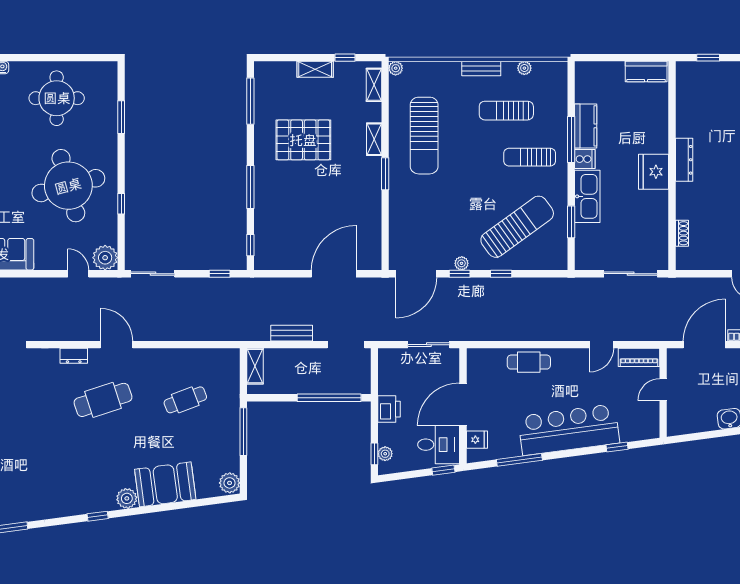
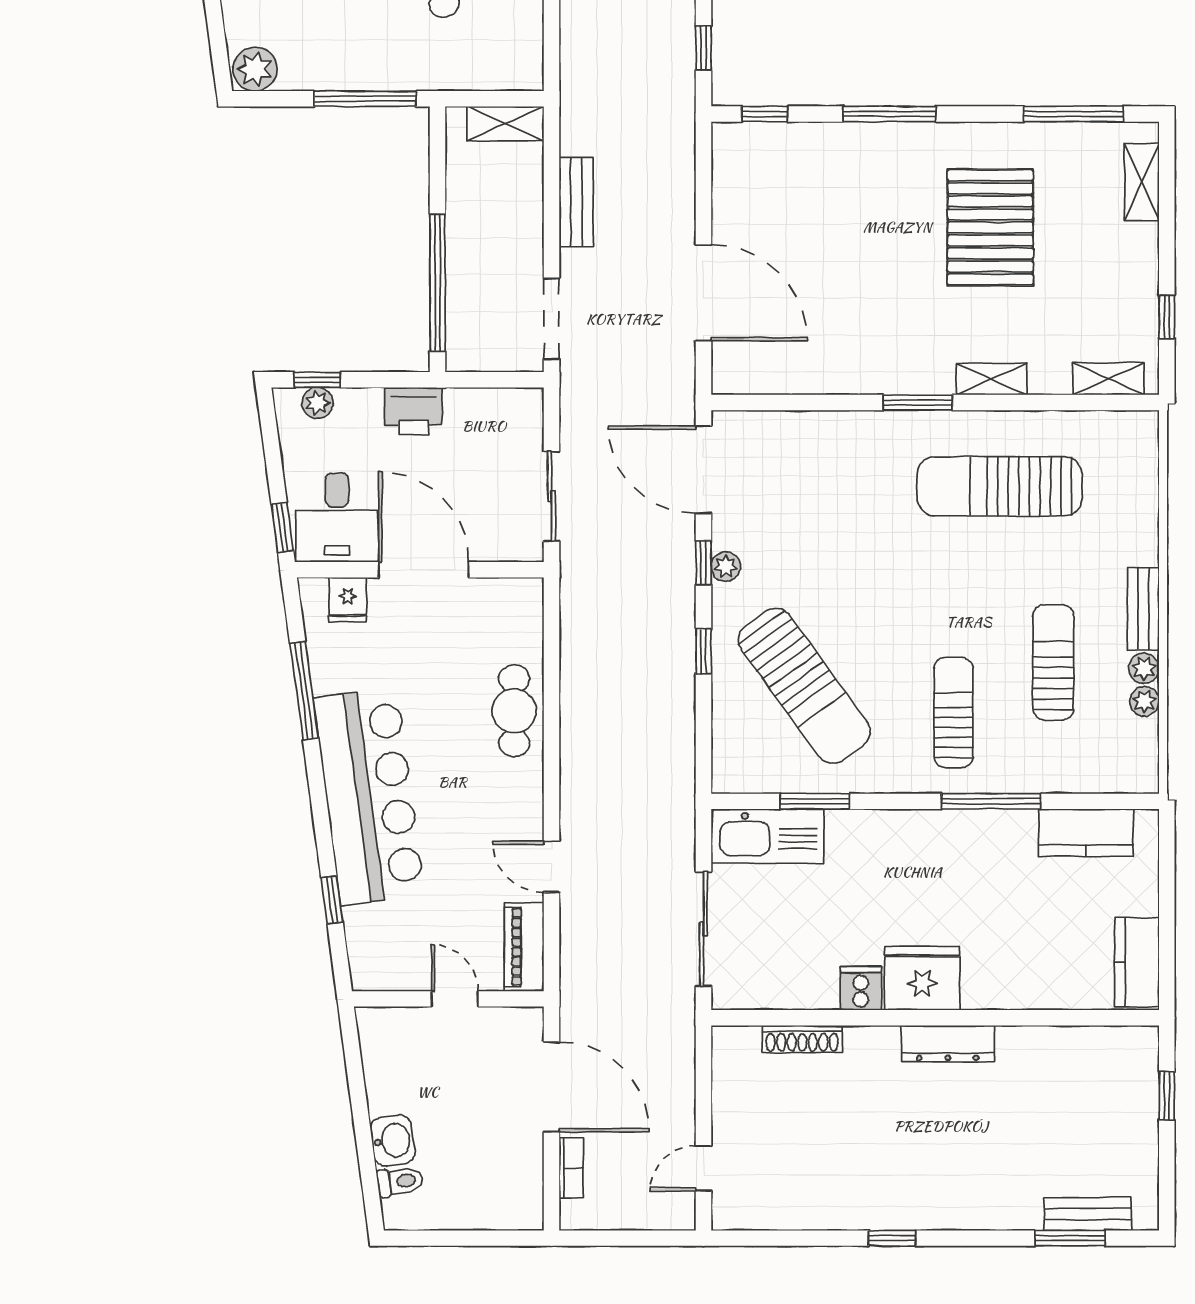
plant: (396, 68) -> (1144, 668), moved
shelving: (315, 69) -> (1142, 182), moved
kitchen counter: (586, 126) -> (1086, 833), moved
cooker: (585, 159) -> (861, 988), moved, turned 180
kitchen sink: (587, 196) -> (767, 836), moved
shoe rack: (682, 233) -> (802, 1039), width x1.43

